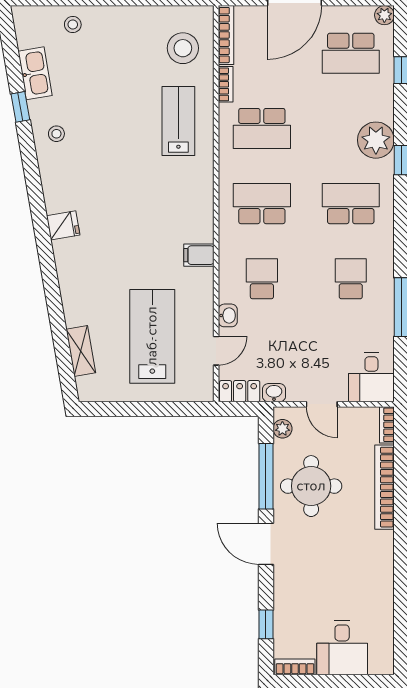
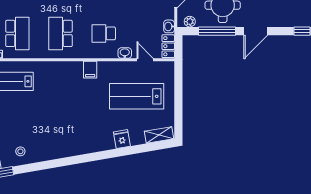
fridge: (63, 225) -> (122, 139), moved
shelving: (81, 351) -> (159, 135), moved

